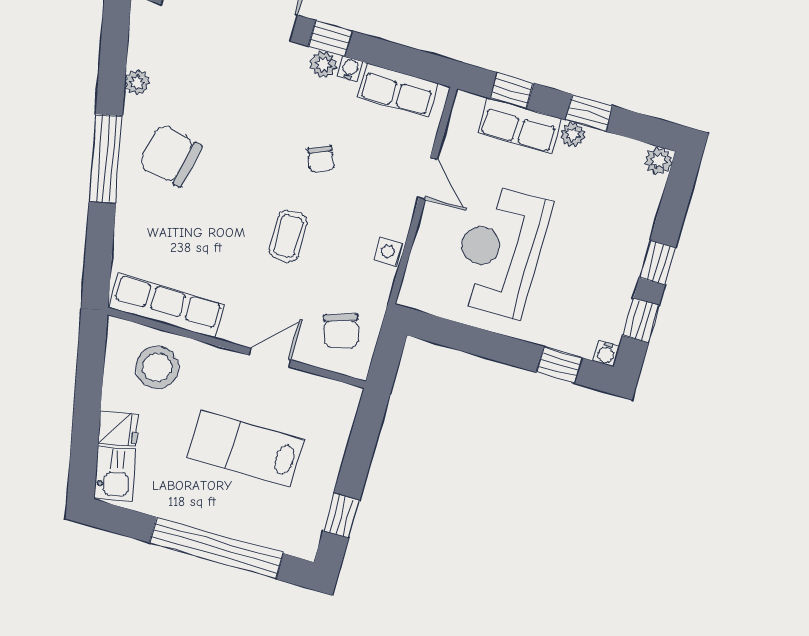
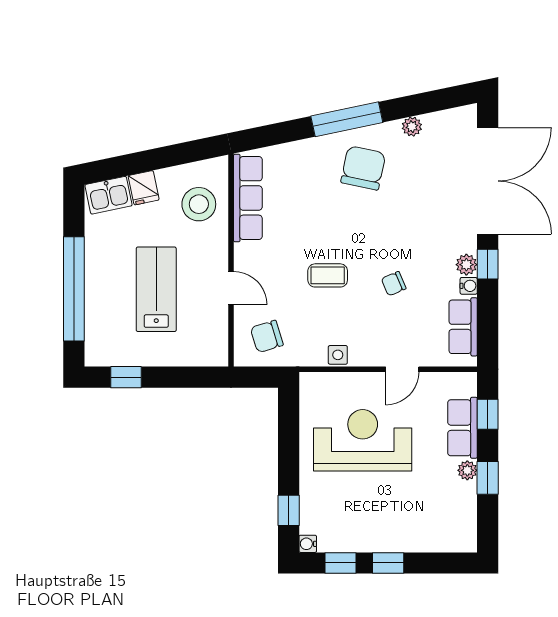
plant: (659, 161) -> (466, 542), removed

